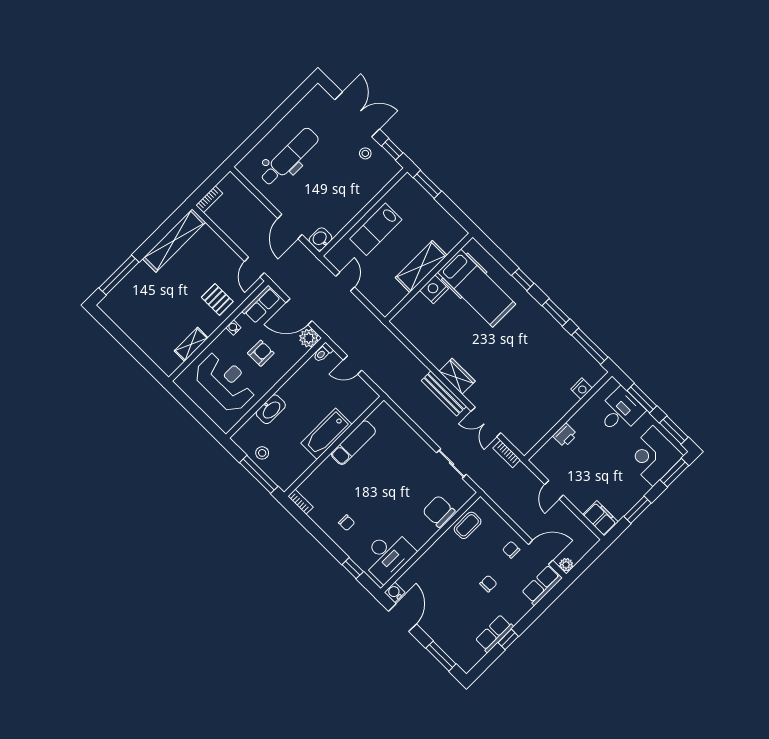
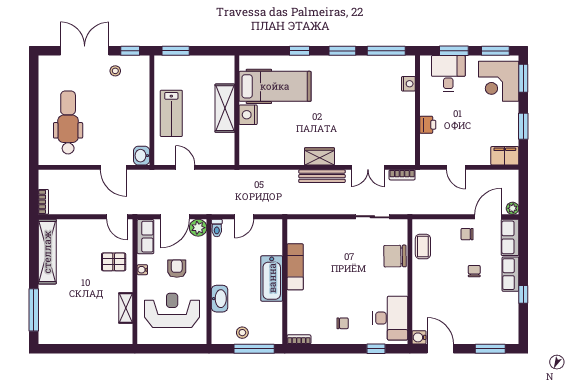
row of seats: (494, 634) -> (510, 274), moved

